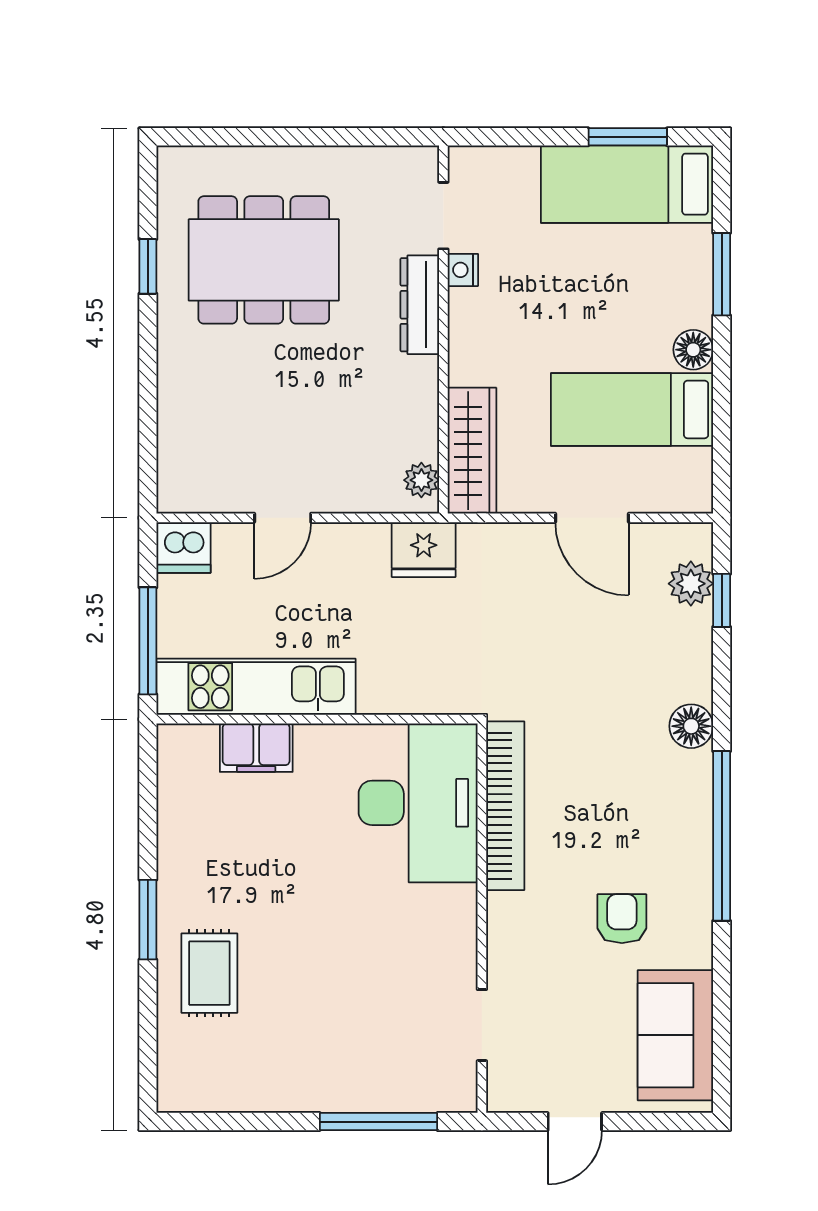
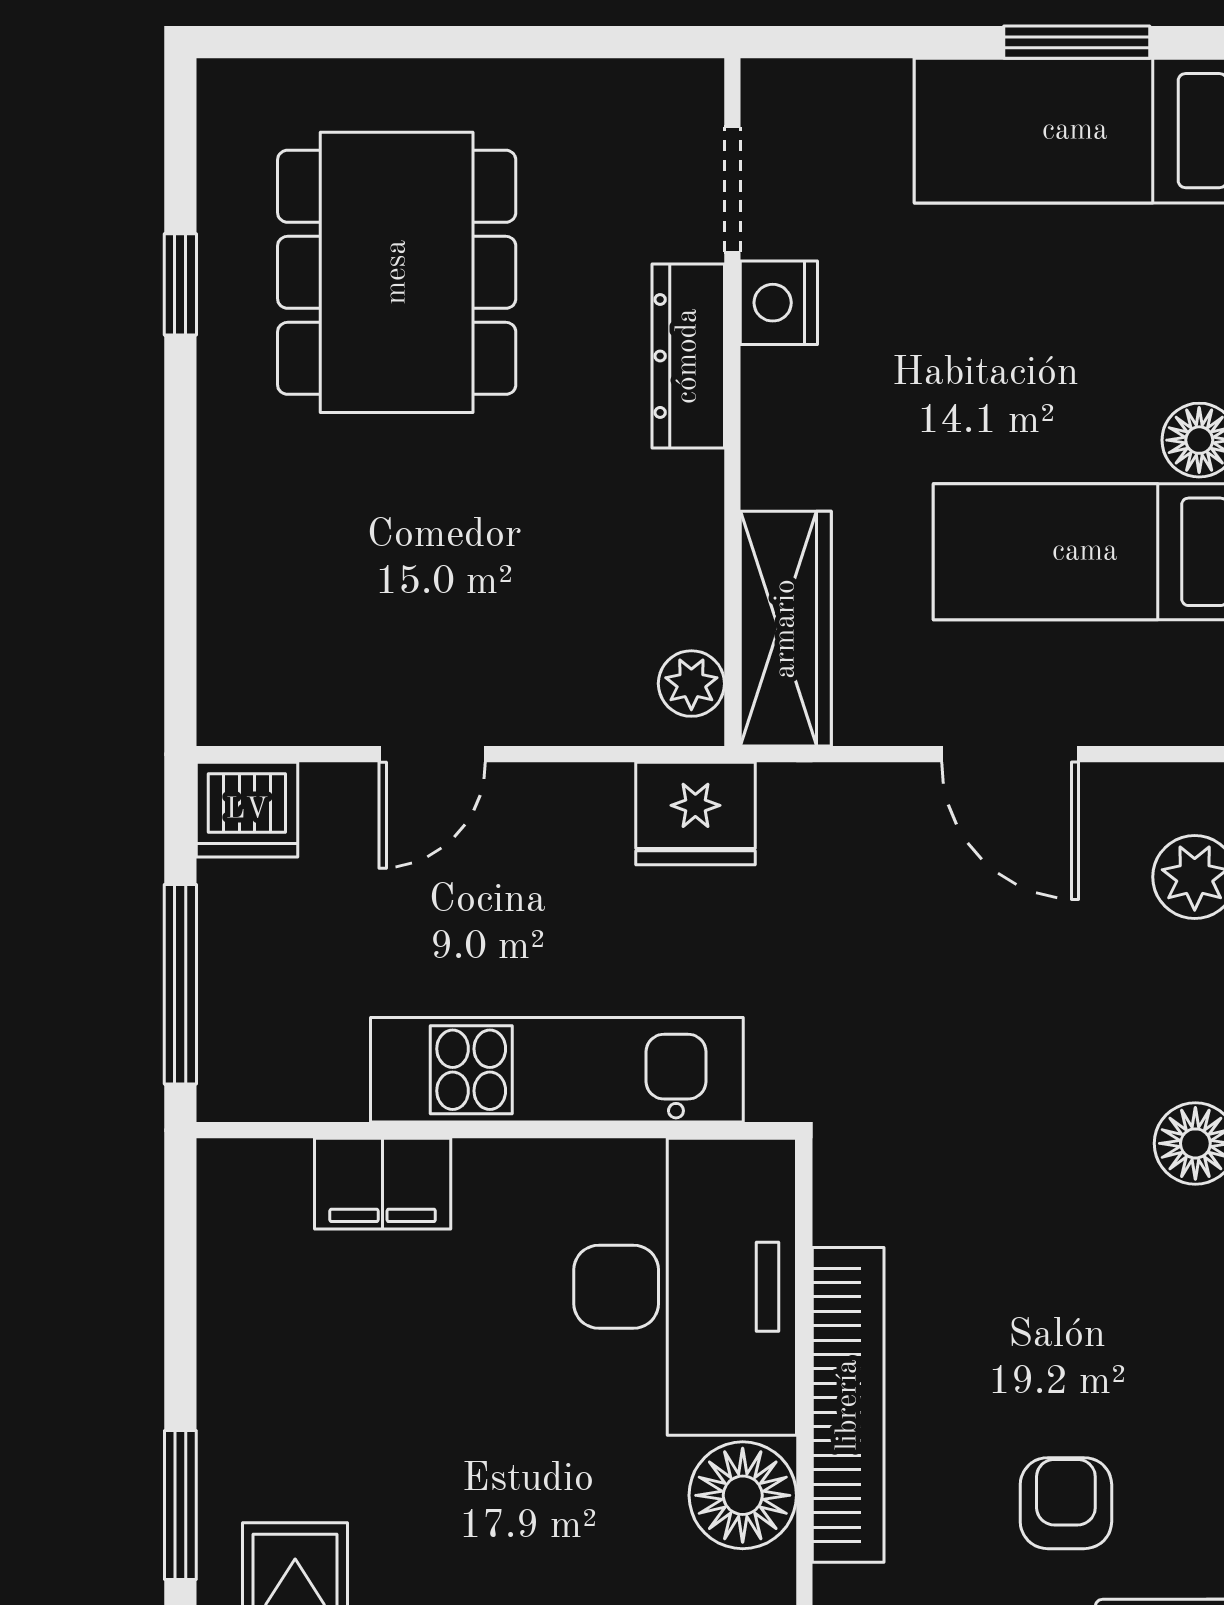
dining table: (264, 260) -> (397, 272), turned 90
nightstand: (463, 270) -> (779, 303), width x1.39, depth x1.35
kitchen unit: (256, 687) -> (557, 1070), moved
bookcase: (505, 806) -> (848, 1405), moved
floor lamp: (449, 914) -> (743, 1495), added

